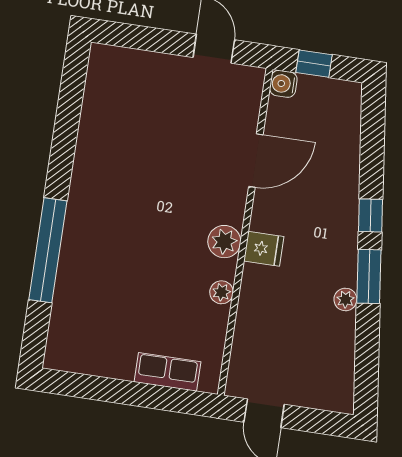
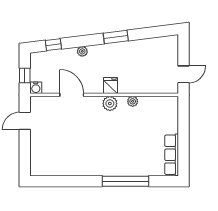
window: (370, 215) -> (53, 45), moved
plant: (345, 299) -> (82, 51), moved
row of seats: (167, 372) -> (172, 155), moved, width x1.48

